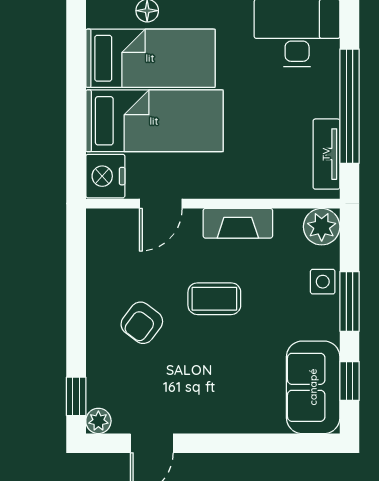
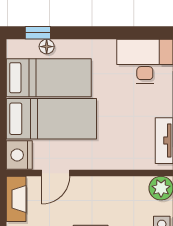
fireplace: (238, 223) -> (16, 199), moved, turned -90

